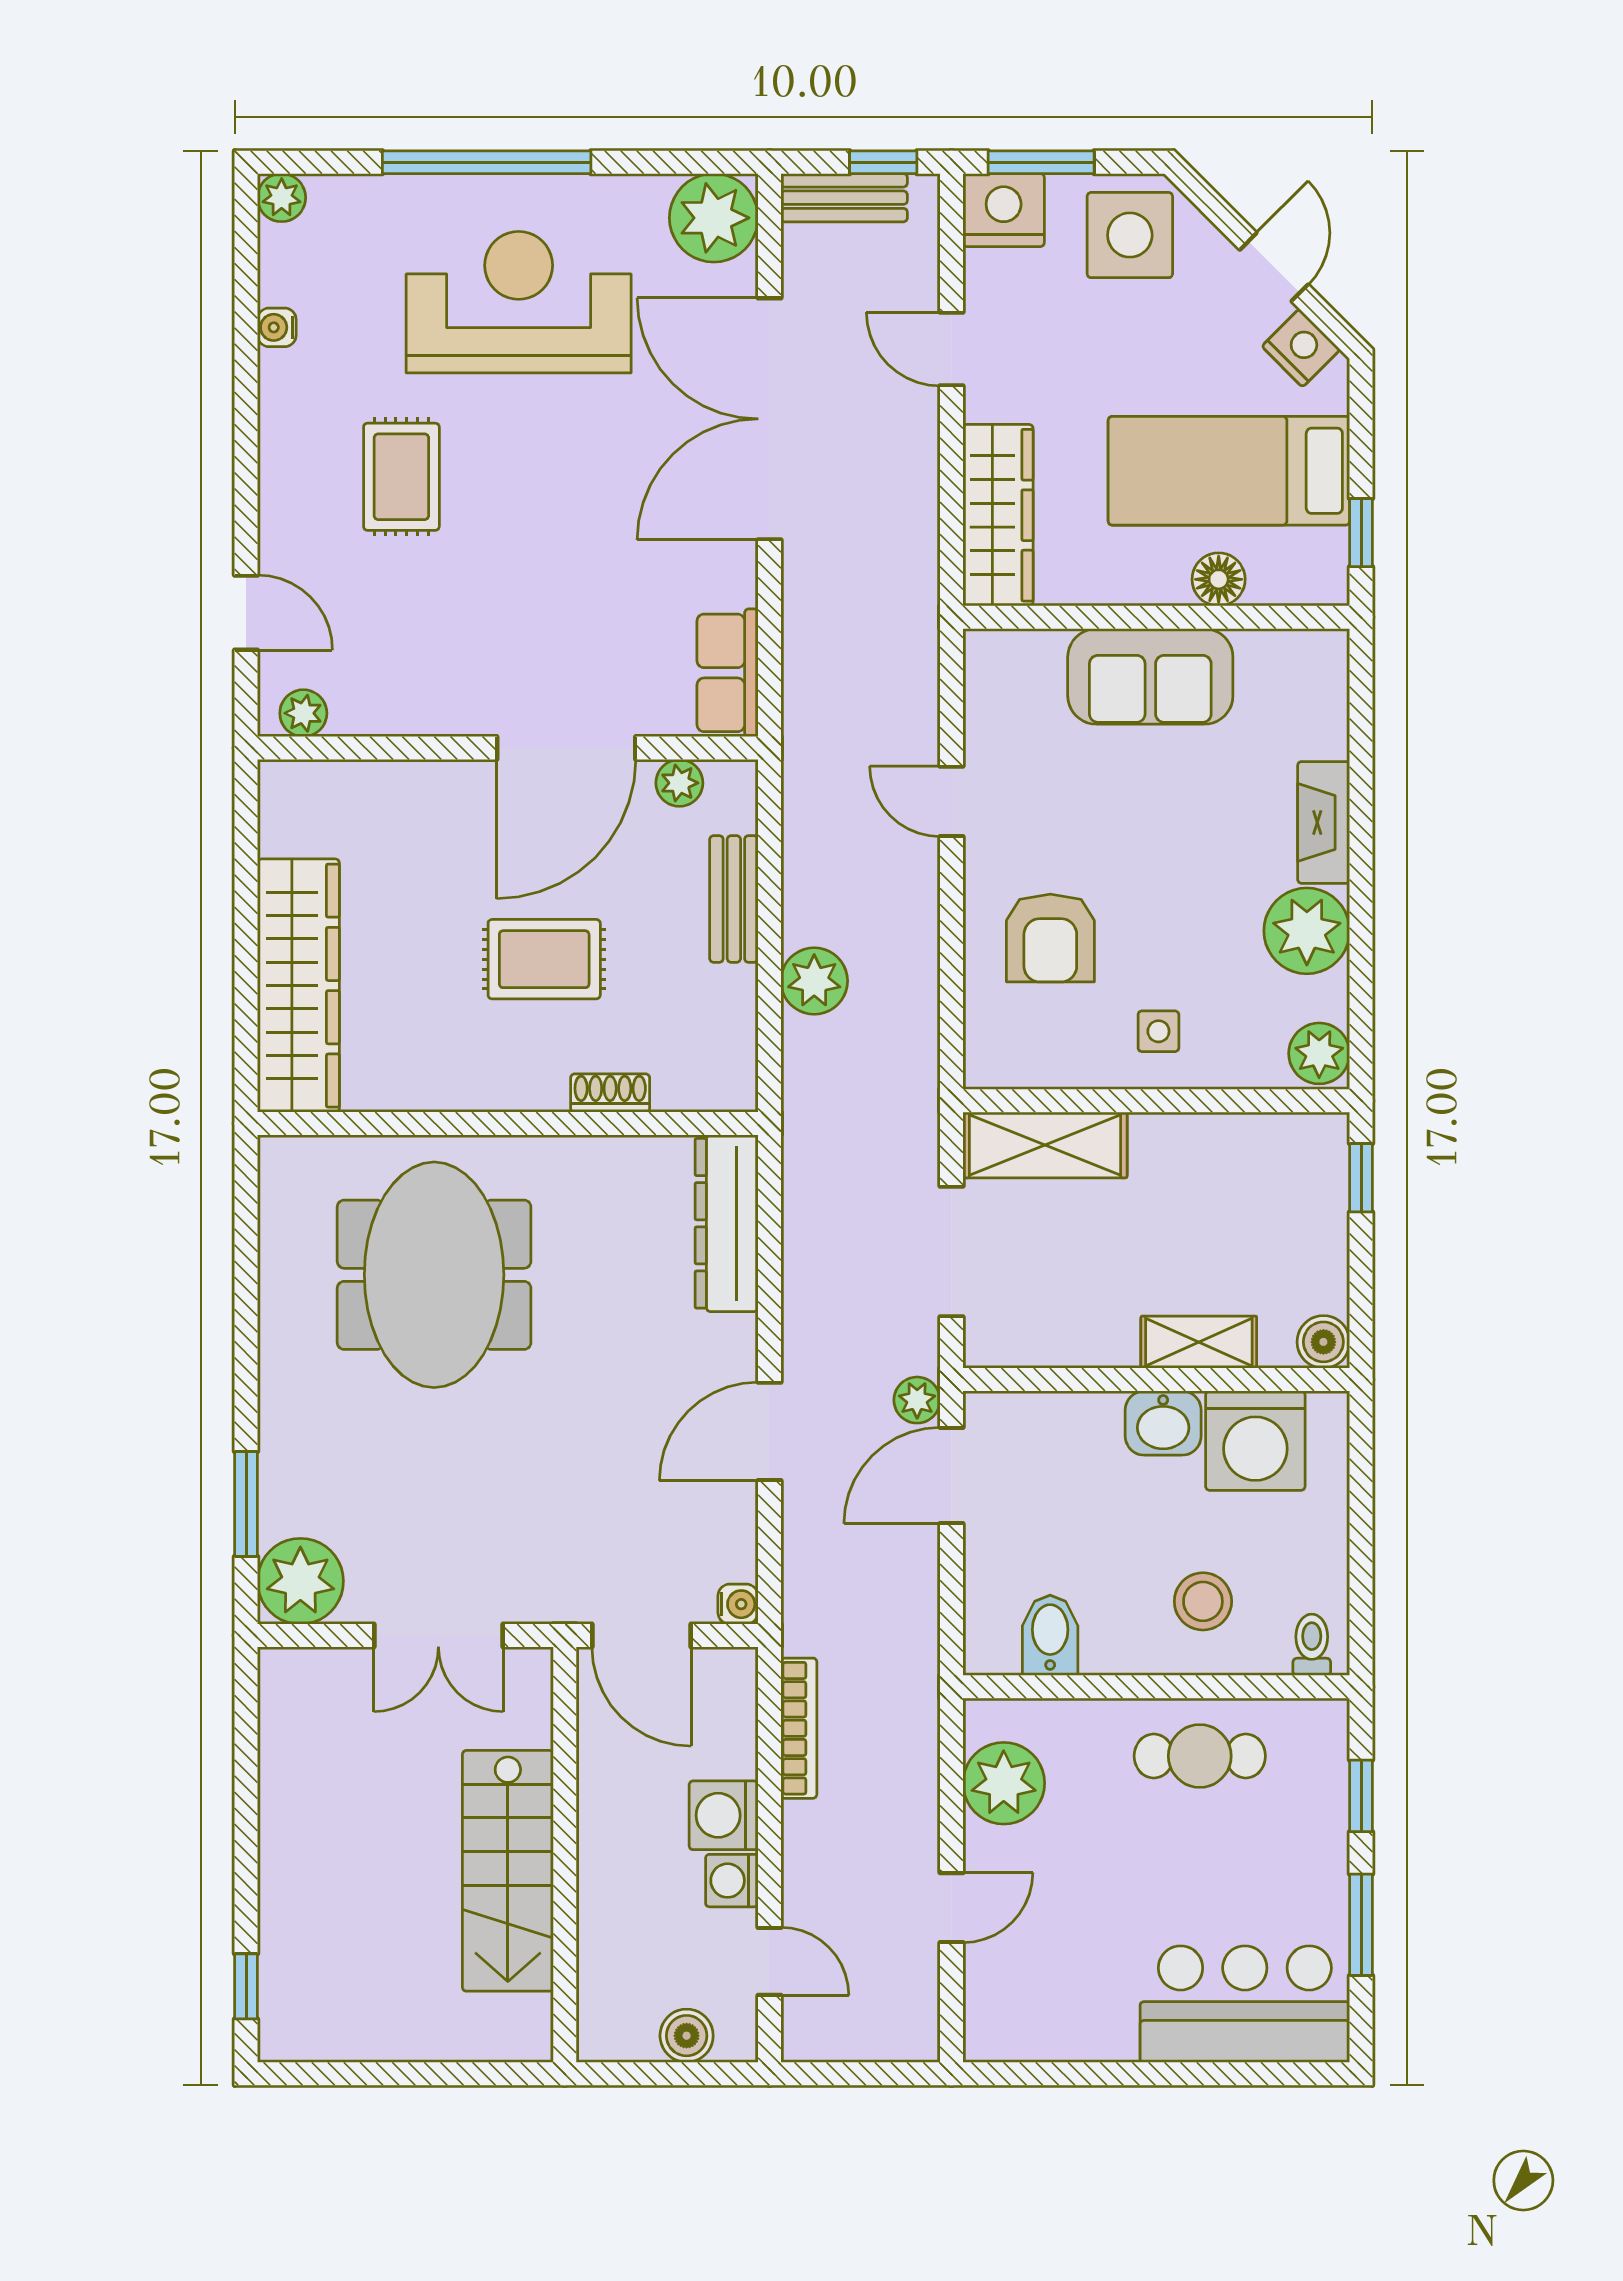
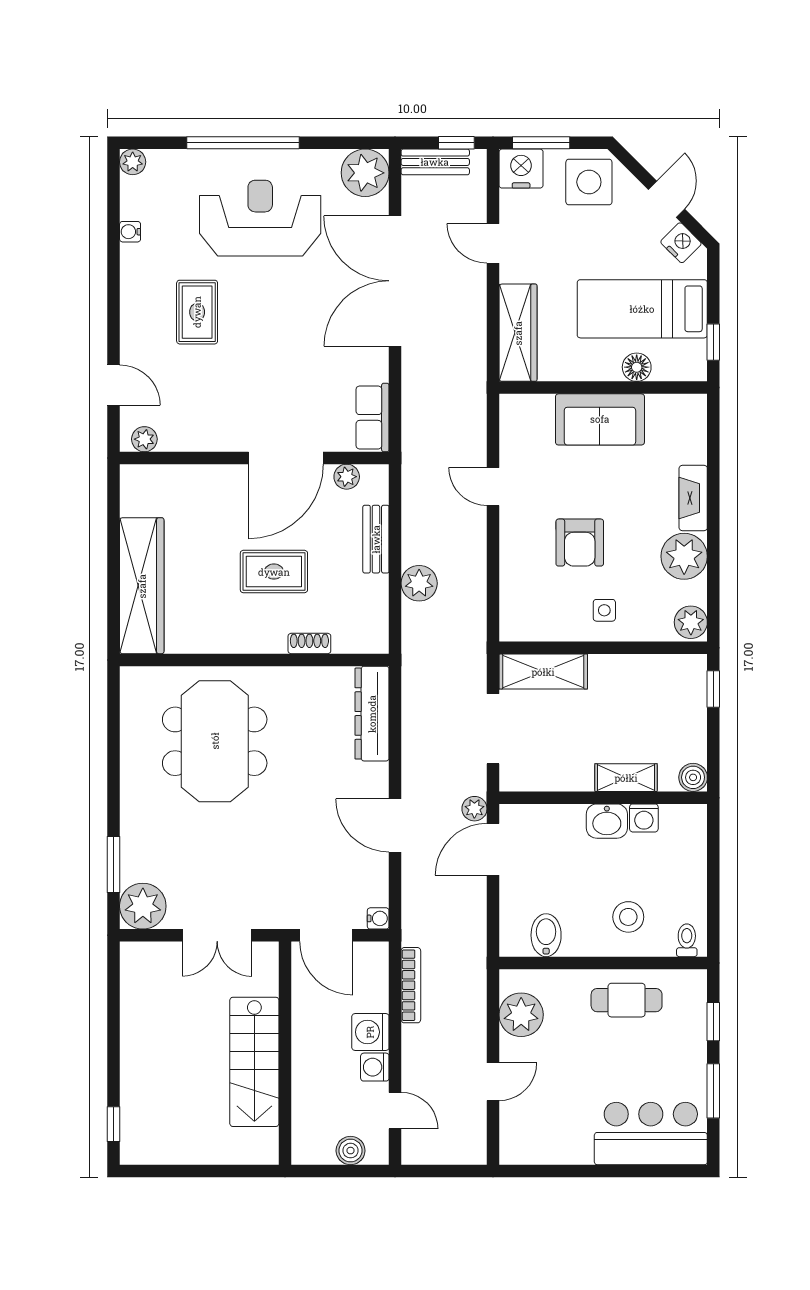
armchair: (1050, 938) -> (580, 543), moved
door: (769, 1431) -> (395, 826), hinge flipped
washing machine: (1255, 1441) -> (644, 818), width x0.53, depth x0.53

